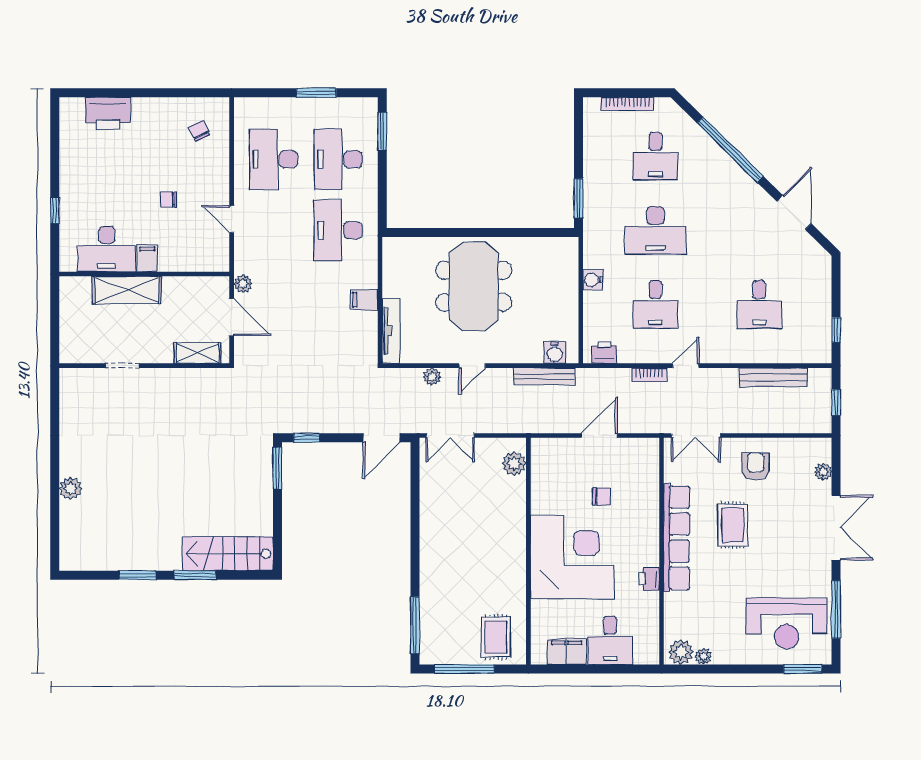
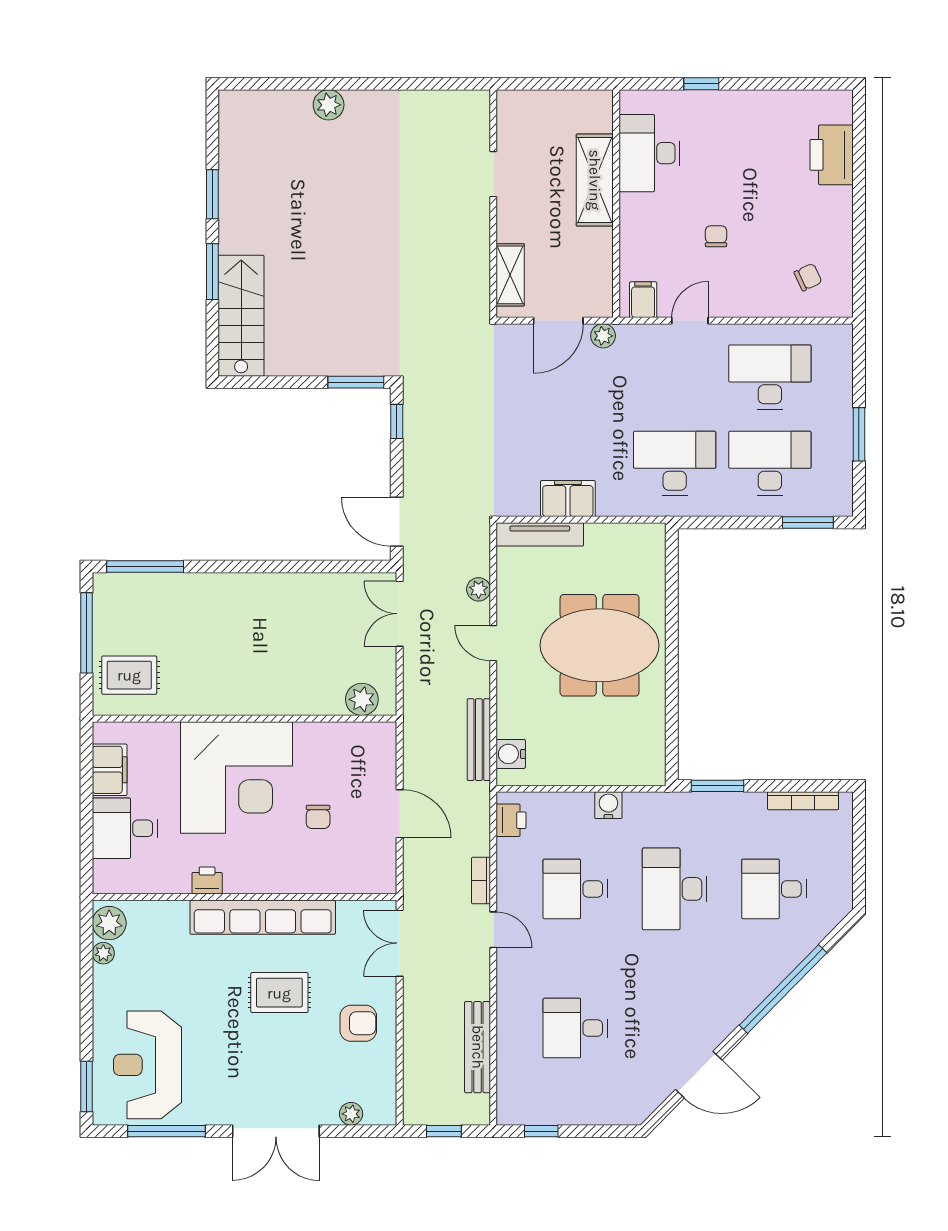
bookcase: (627, 104) -> (803, 801), moved, turned -90
filing cabinet: (147, 258) -> (643, 300), moved, turned -90
filing cabinet: (364, 300) -> (568, 499), width x2.00

